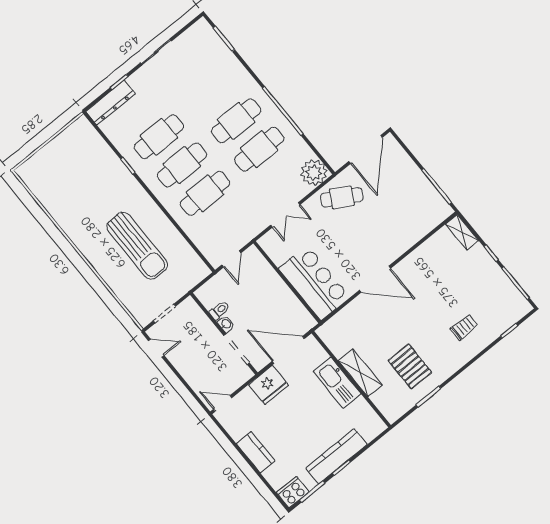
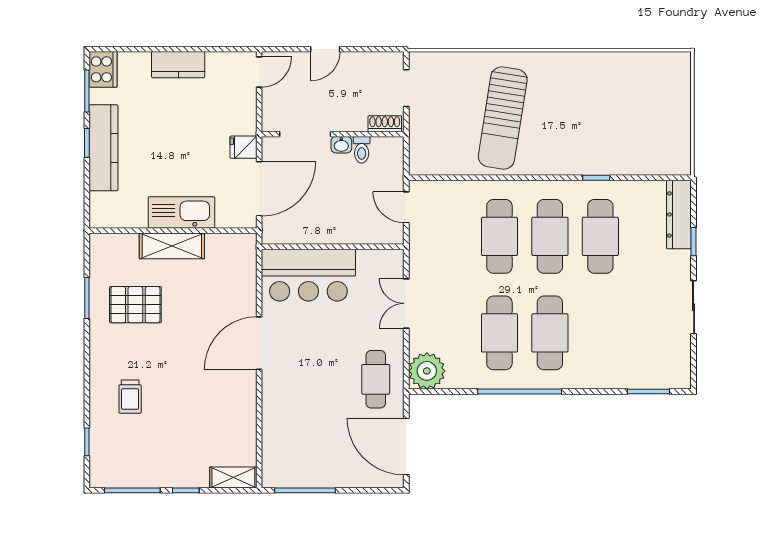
cafe table: (342, 197) -> (376, 379), turned -30
sun lounger: (137, 246) -> (503, 118), turned -81
shoe rack: (194, 309) -> (385, 124), added
door: (156, 348) -> (325, 49), moved
fridge: (269, 385) -> (243, 147), width x0.53, depth x0.75

